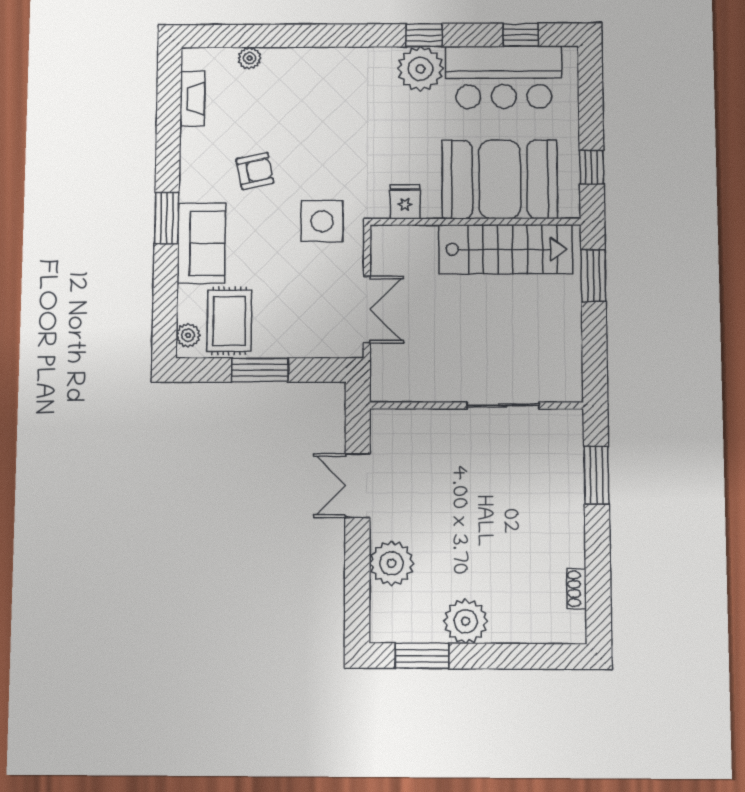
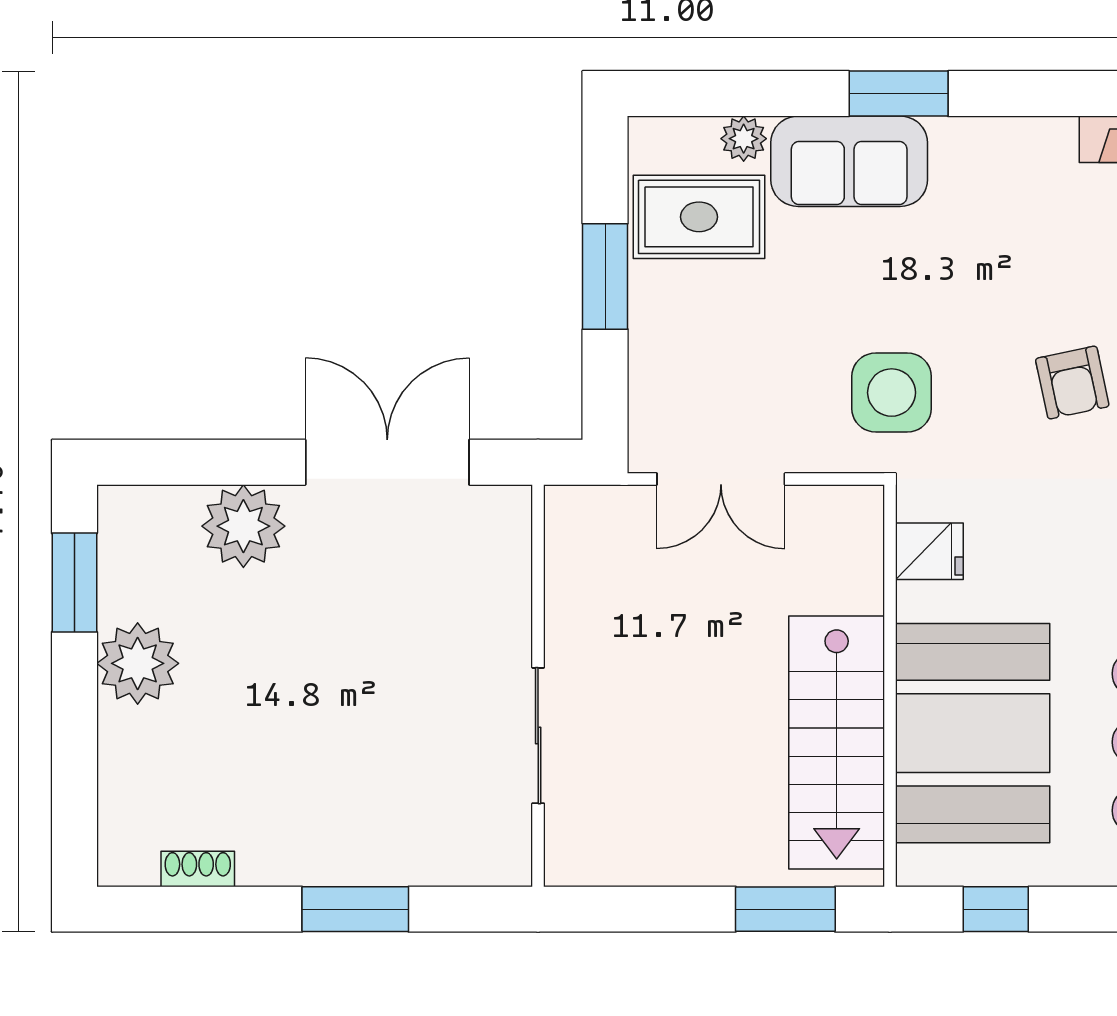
armchair: (255, 171) -> (1072, 382), moved
plant: (188, 335) -> (744, 139), moved
window: (596, 475) -> (355, 909), moved
double door: (358, 486) -> (387, 462), width x1.37

